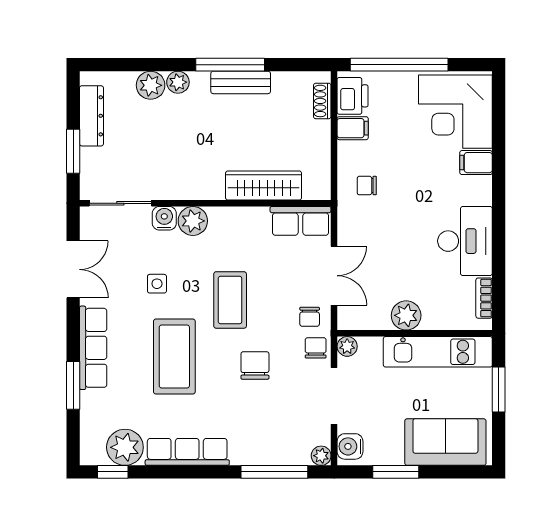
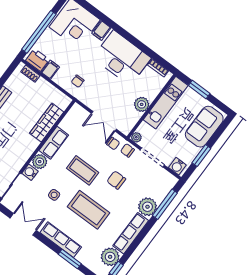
row of seats: (301, 221) -> (54, 143), moved
desk: (465, 241) -> (122, 58), width x1.36, depth x1.30
double door: (334, 276) -> (104, 121), swing flipped
plant: (321, 456) -> (147, 207), moved, width x1.88, depth x1.88

